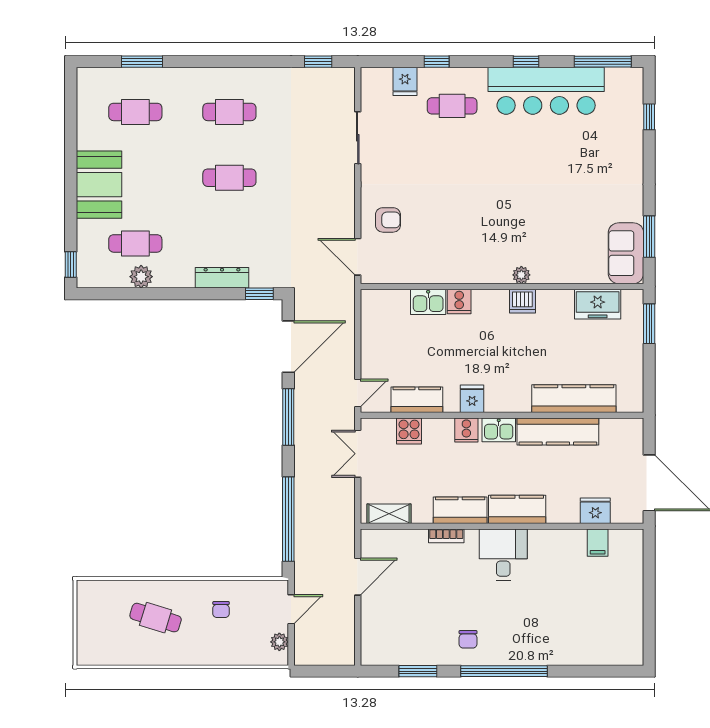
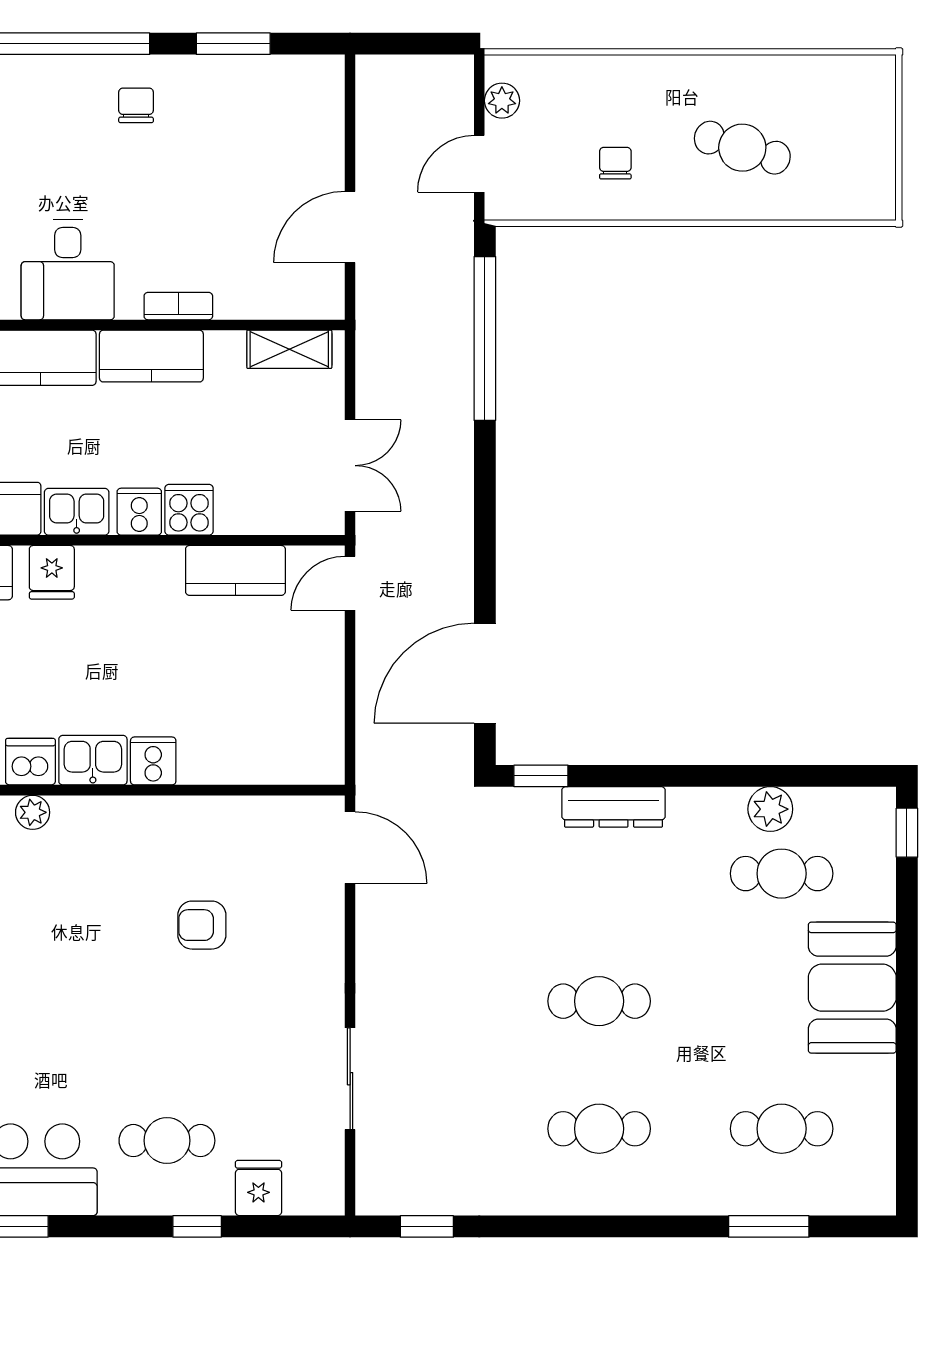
armchair: (388, 220) -> (202, 925), moved
kitchen sink: (428, 302) -> (93, 760), moved
fridge: (472, 399) -> (52, 572), moved
window: (288, 417) -> (485, 537), removed
cooker: (409, 431) -> (189, 510), moved

